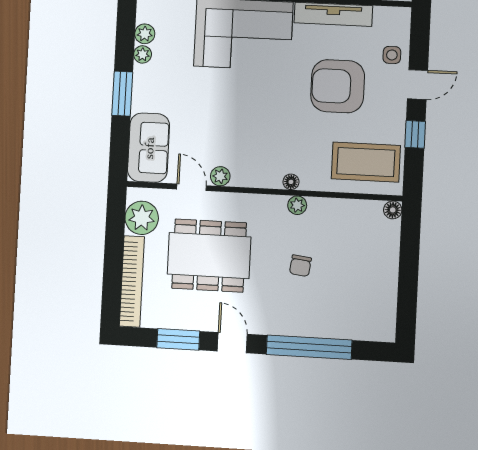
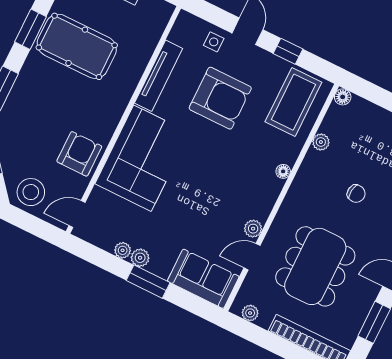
plant: (145, 34) -> (140, 258), moved
armchair: (338, 86) -> (220, 98), turned -90
plant: (297, 205) -> (321, 142), moved
plant: (142, 218) -> (250, 313), width x0.53, depth x0.53

